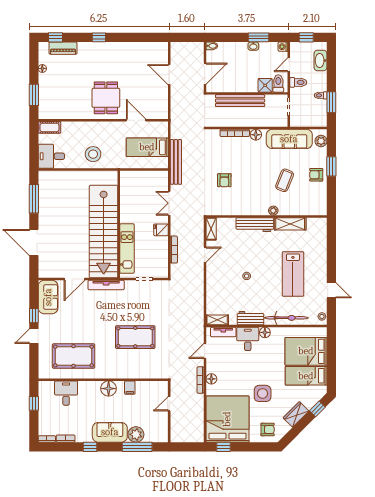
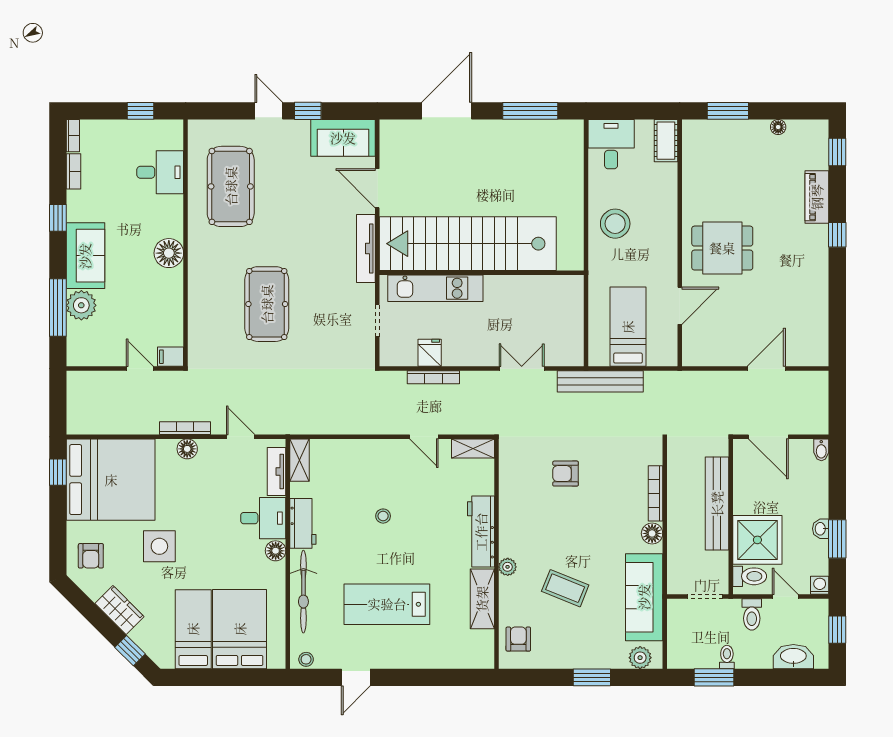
piano: (63, 48) -> (817, 197), moved
shower: (265, 85) -> (757, 540), width x1.86, depth x1.86
armchair: (316, 175) -> (518, 639), moved
fridge: (161, 230) -> (430, 353), moved
filing cabinet: (130, 388) -> (170, 357), moved

